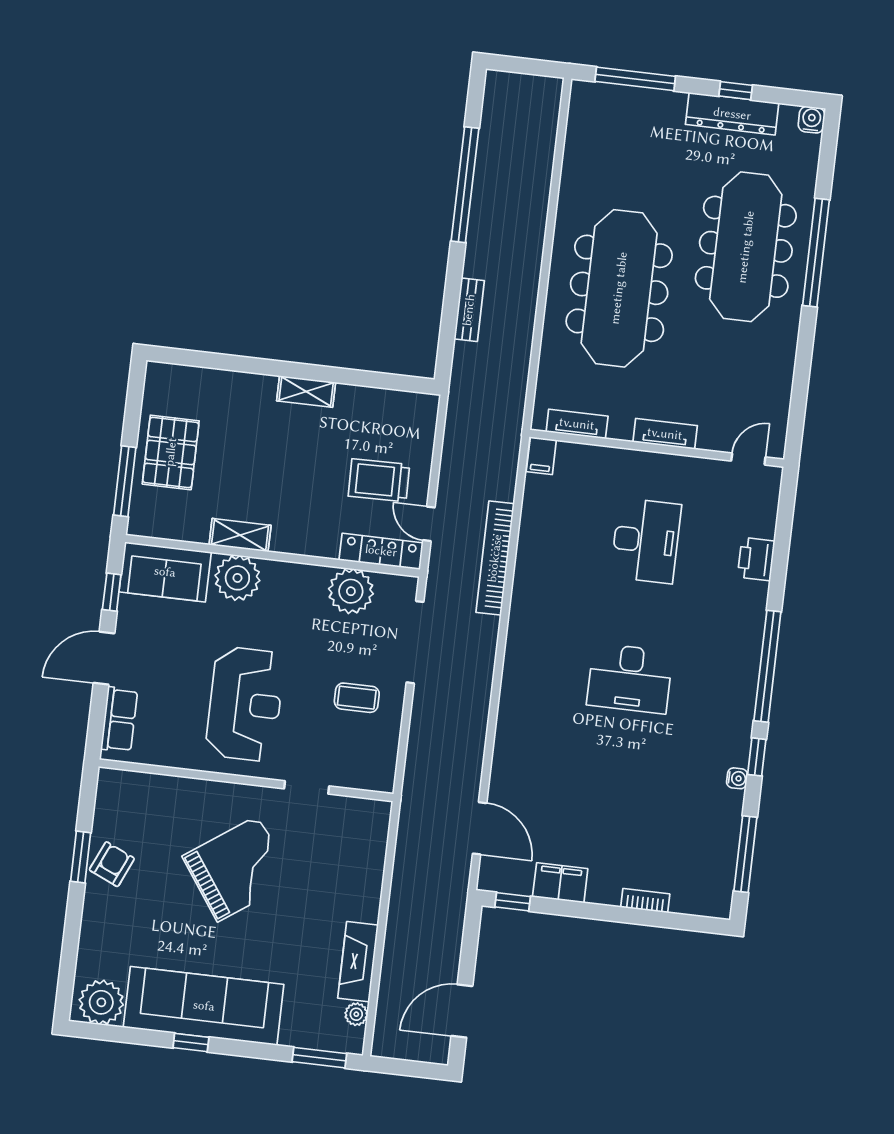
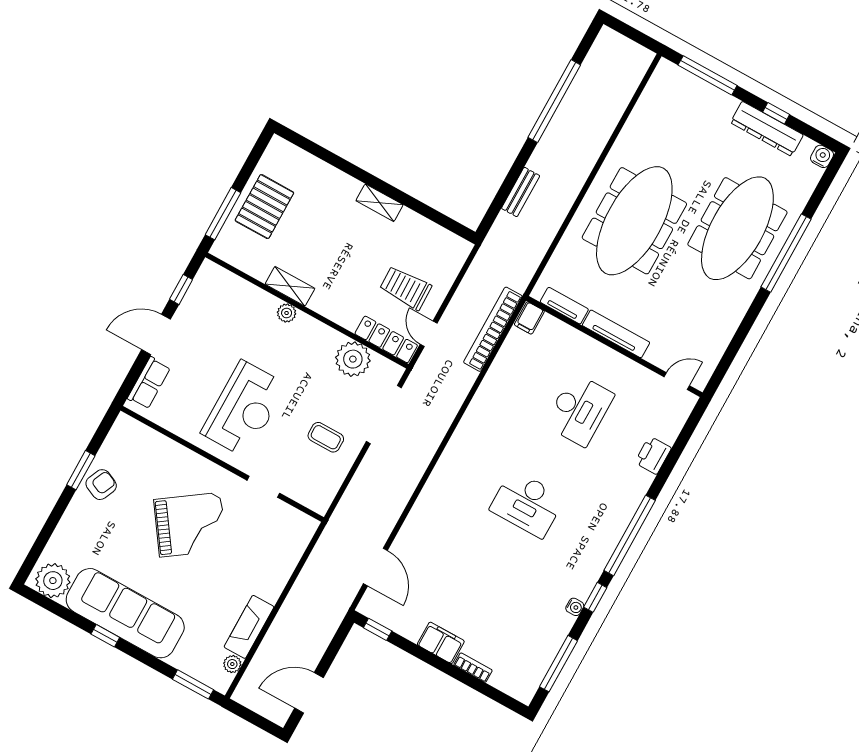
tv unit: (665, 434) -> (616, 334), width x1.41
bookcase: (495, 558) -> (493, 329), moved
sofa: (165, 572) -> (225, 291), removed
plant: (237, 578) -> (287, 313), width x0.53, depth x0.53
filing cabinet: (560, 883) -> (441, 643), moved

